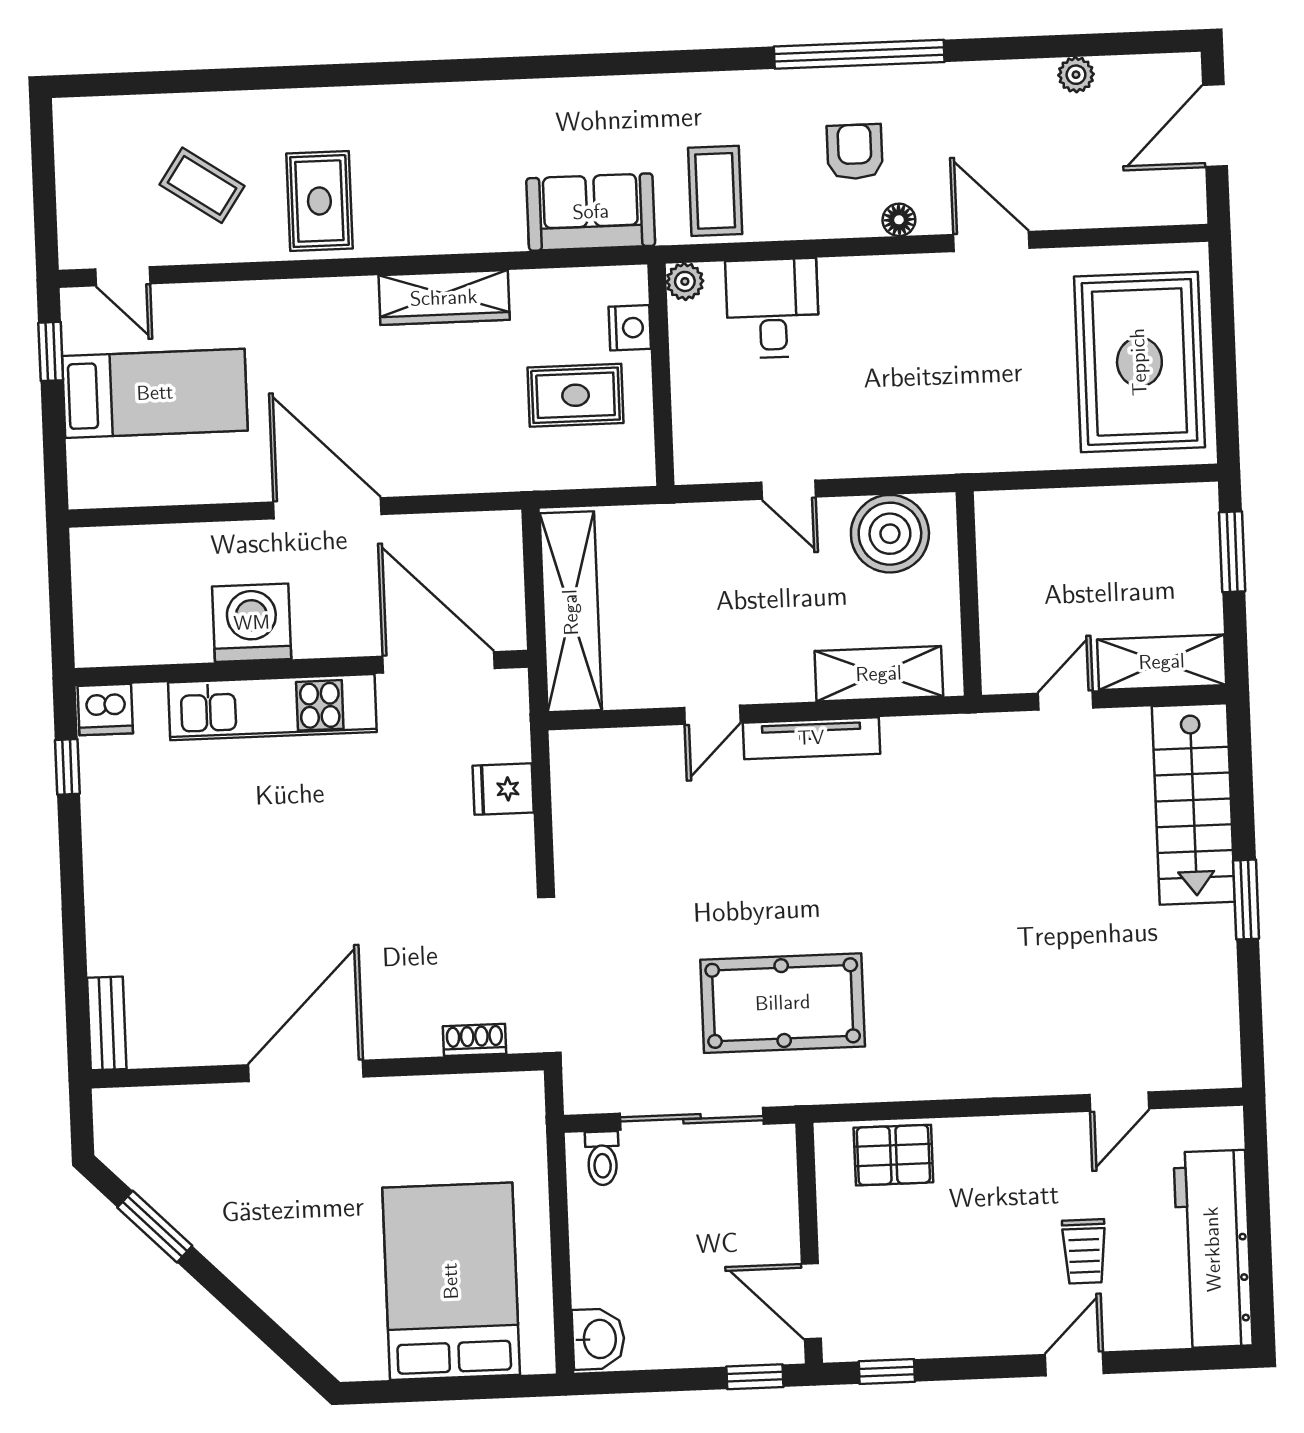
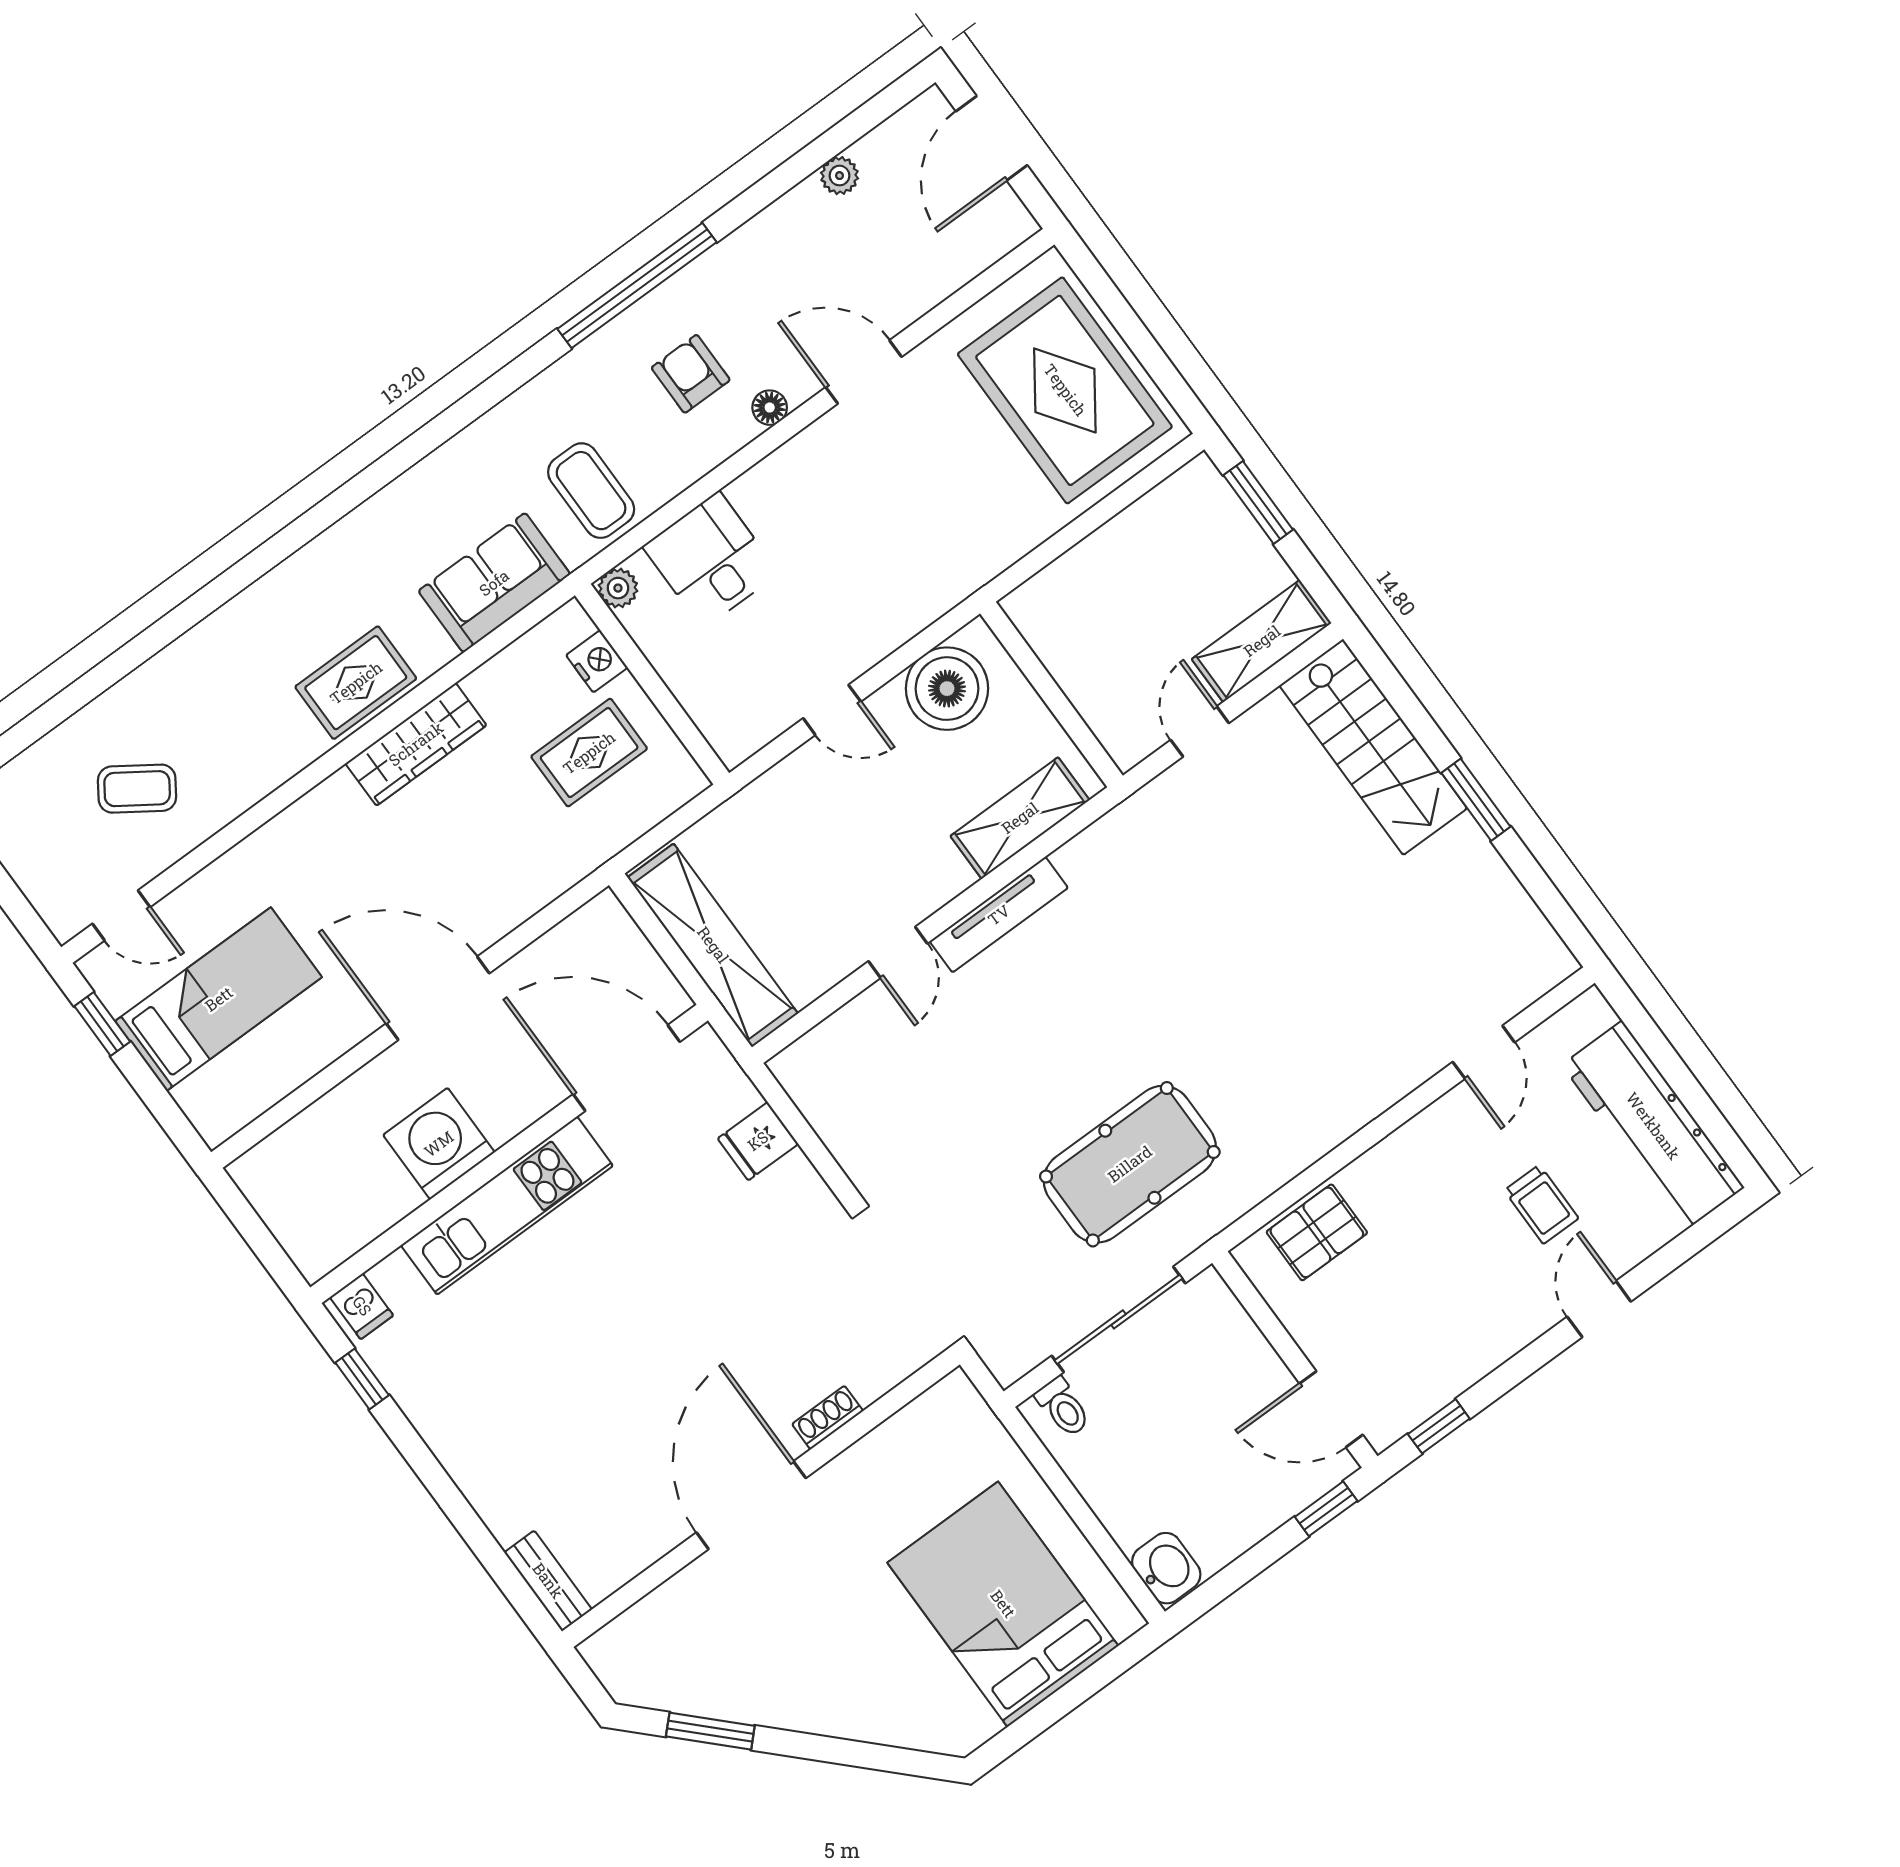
rug: (319, 201) -> (356, 683), moved, turned 90
dishwasher: (105, 710) -> (362, 1306), width x0.73
shoe rack: (474, 1040) -> (828, 1418), moved

